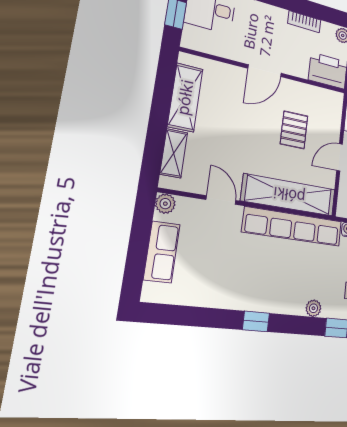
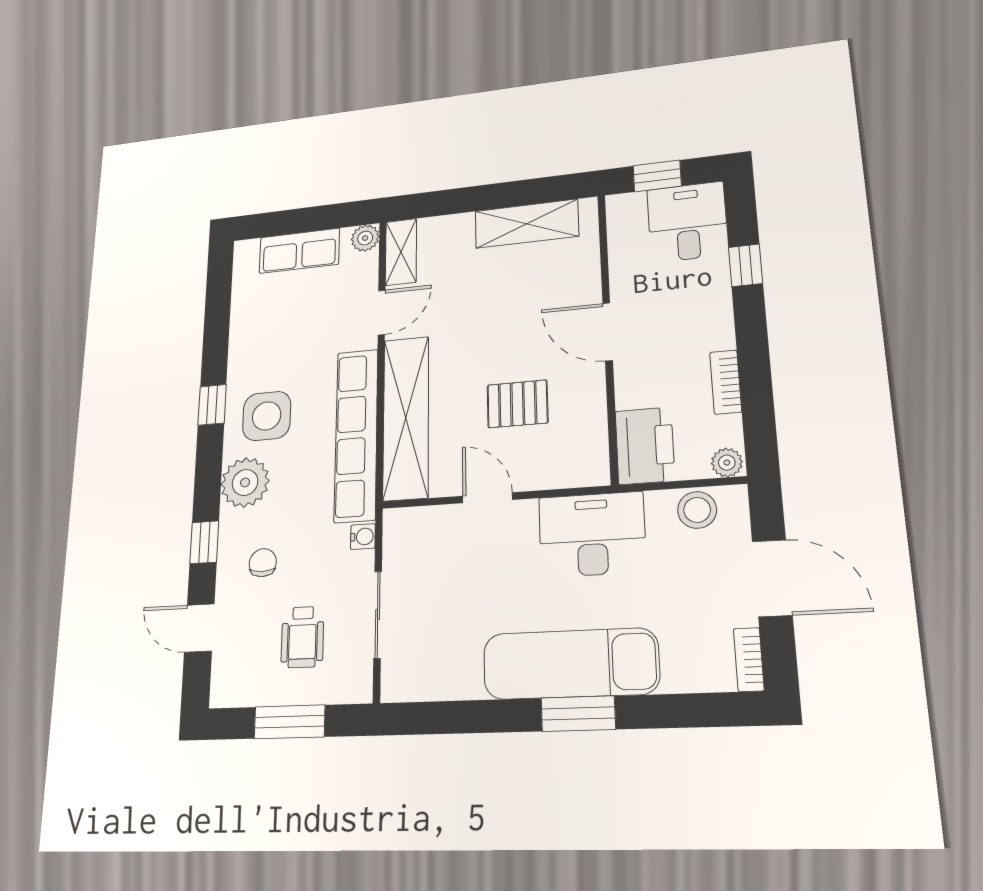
shelving: (174, 153) -> (401, 252), moved, turned 90
side table: (271, 284) -> (267, 416), added
plant: (313, 308) -> (245, 482), width x1.87, depth x1.87

